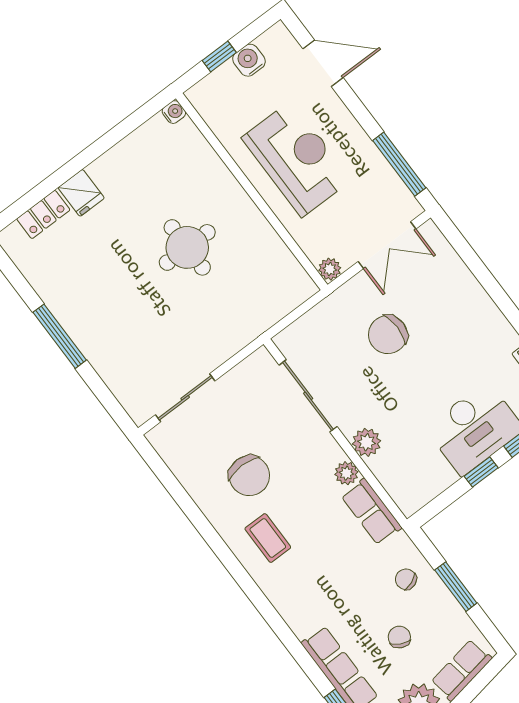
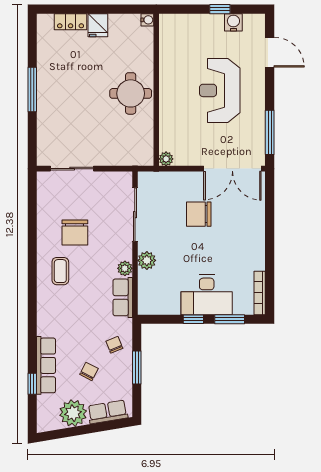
water cooler: (174, 112) -> (147, 20), moved
reception desk: (296, 159) -> (220, 90), turned 180
wall: (252, 191) -> (156, 90), moved
double door: (387, 245) -> (232, 169), width x1.37
plant: (330, 269) -> (166, 159), moved

